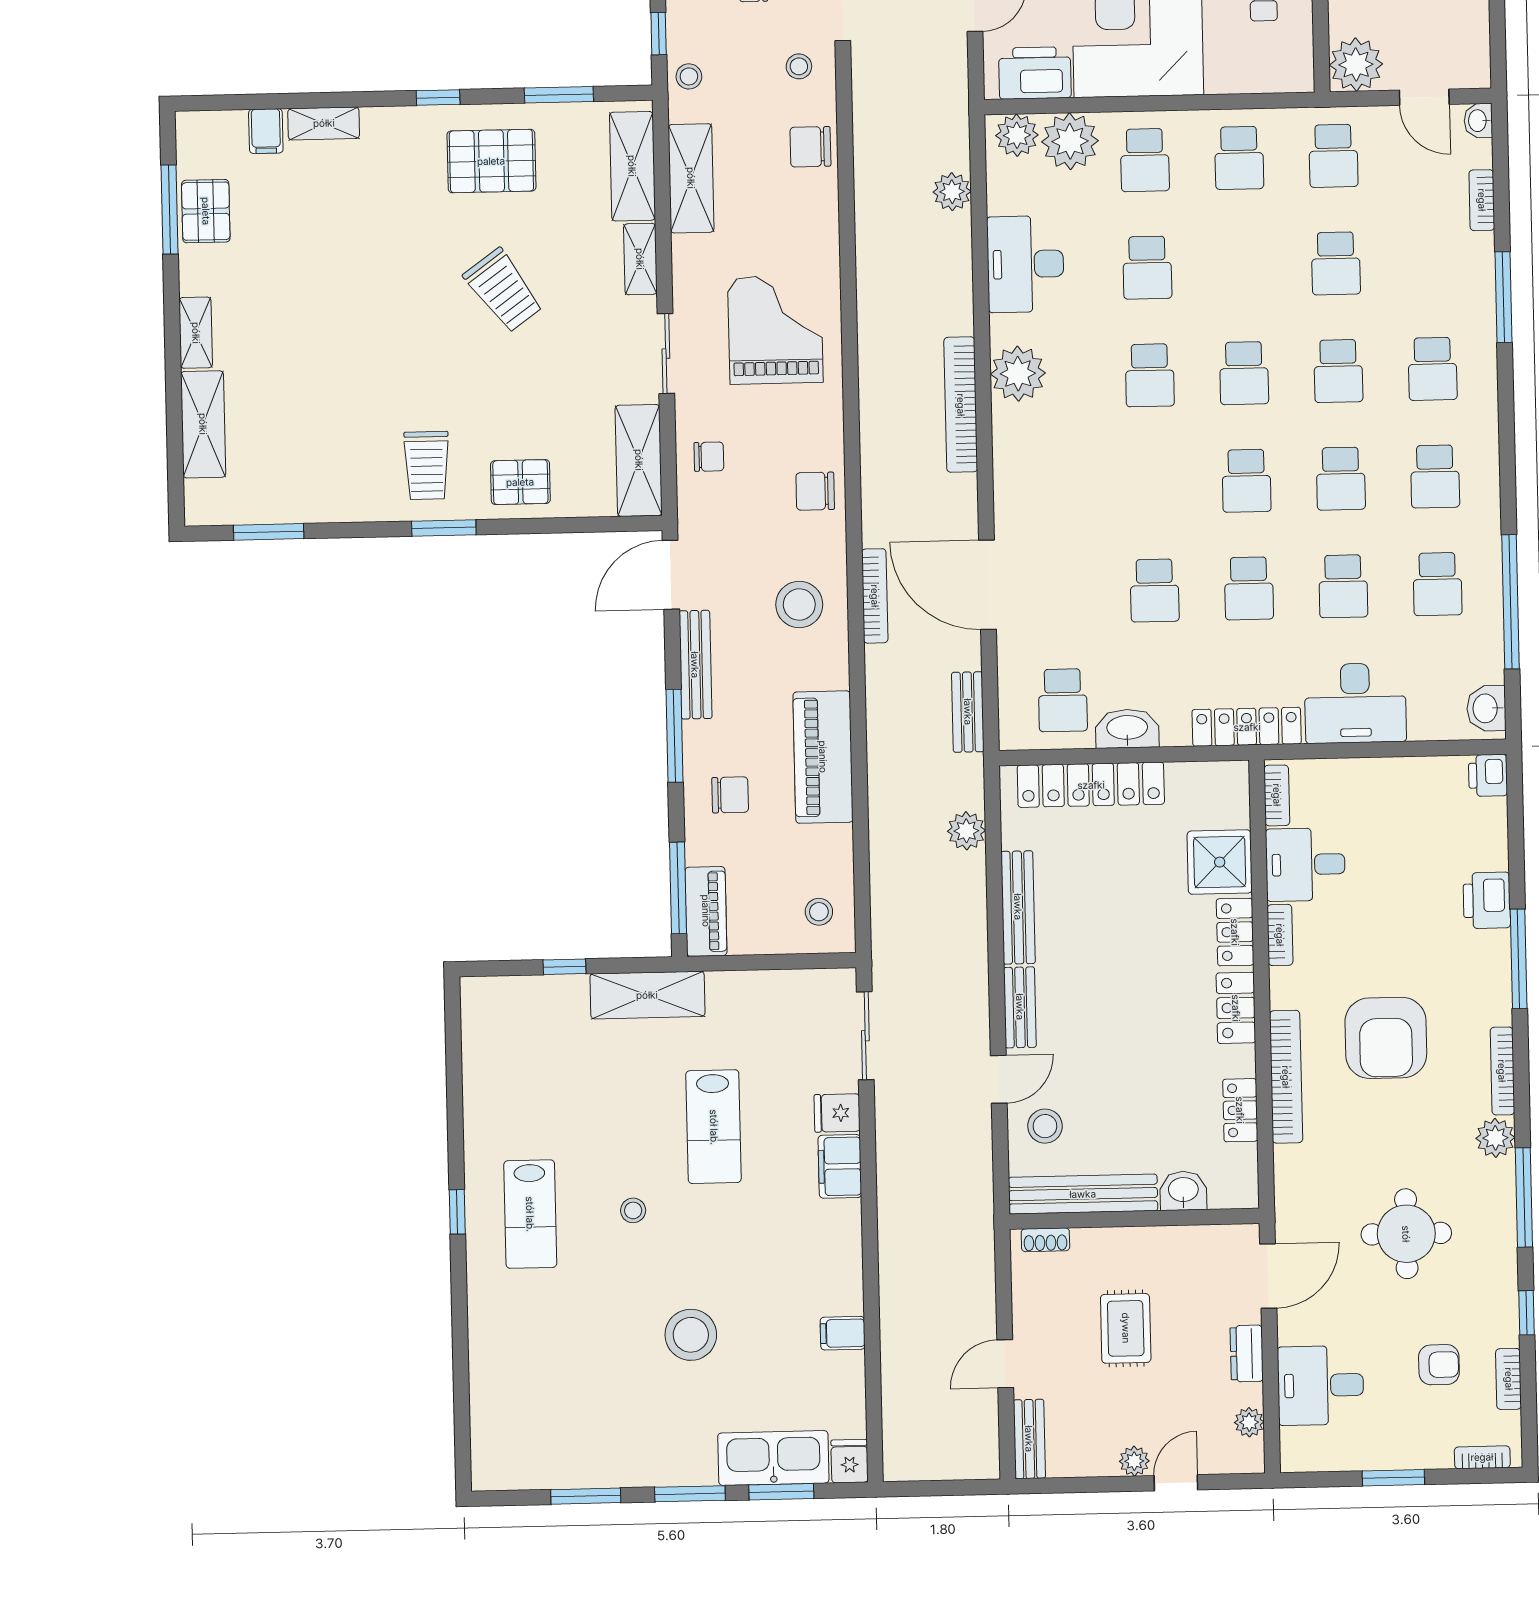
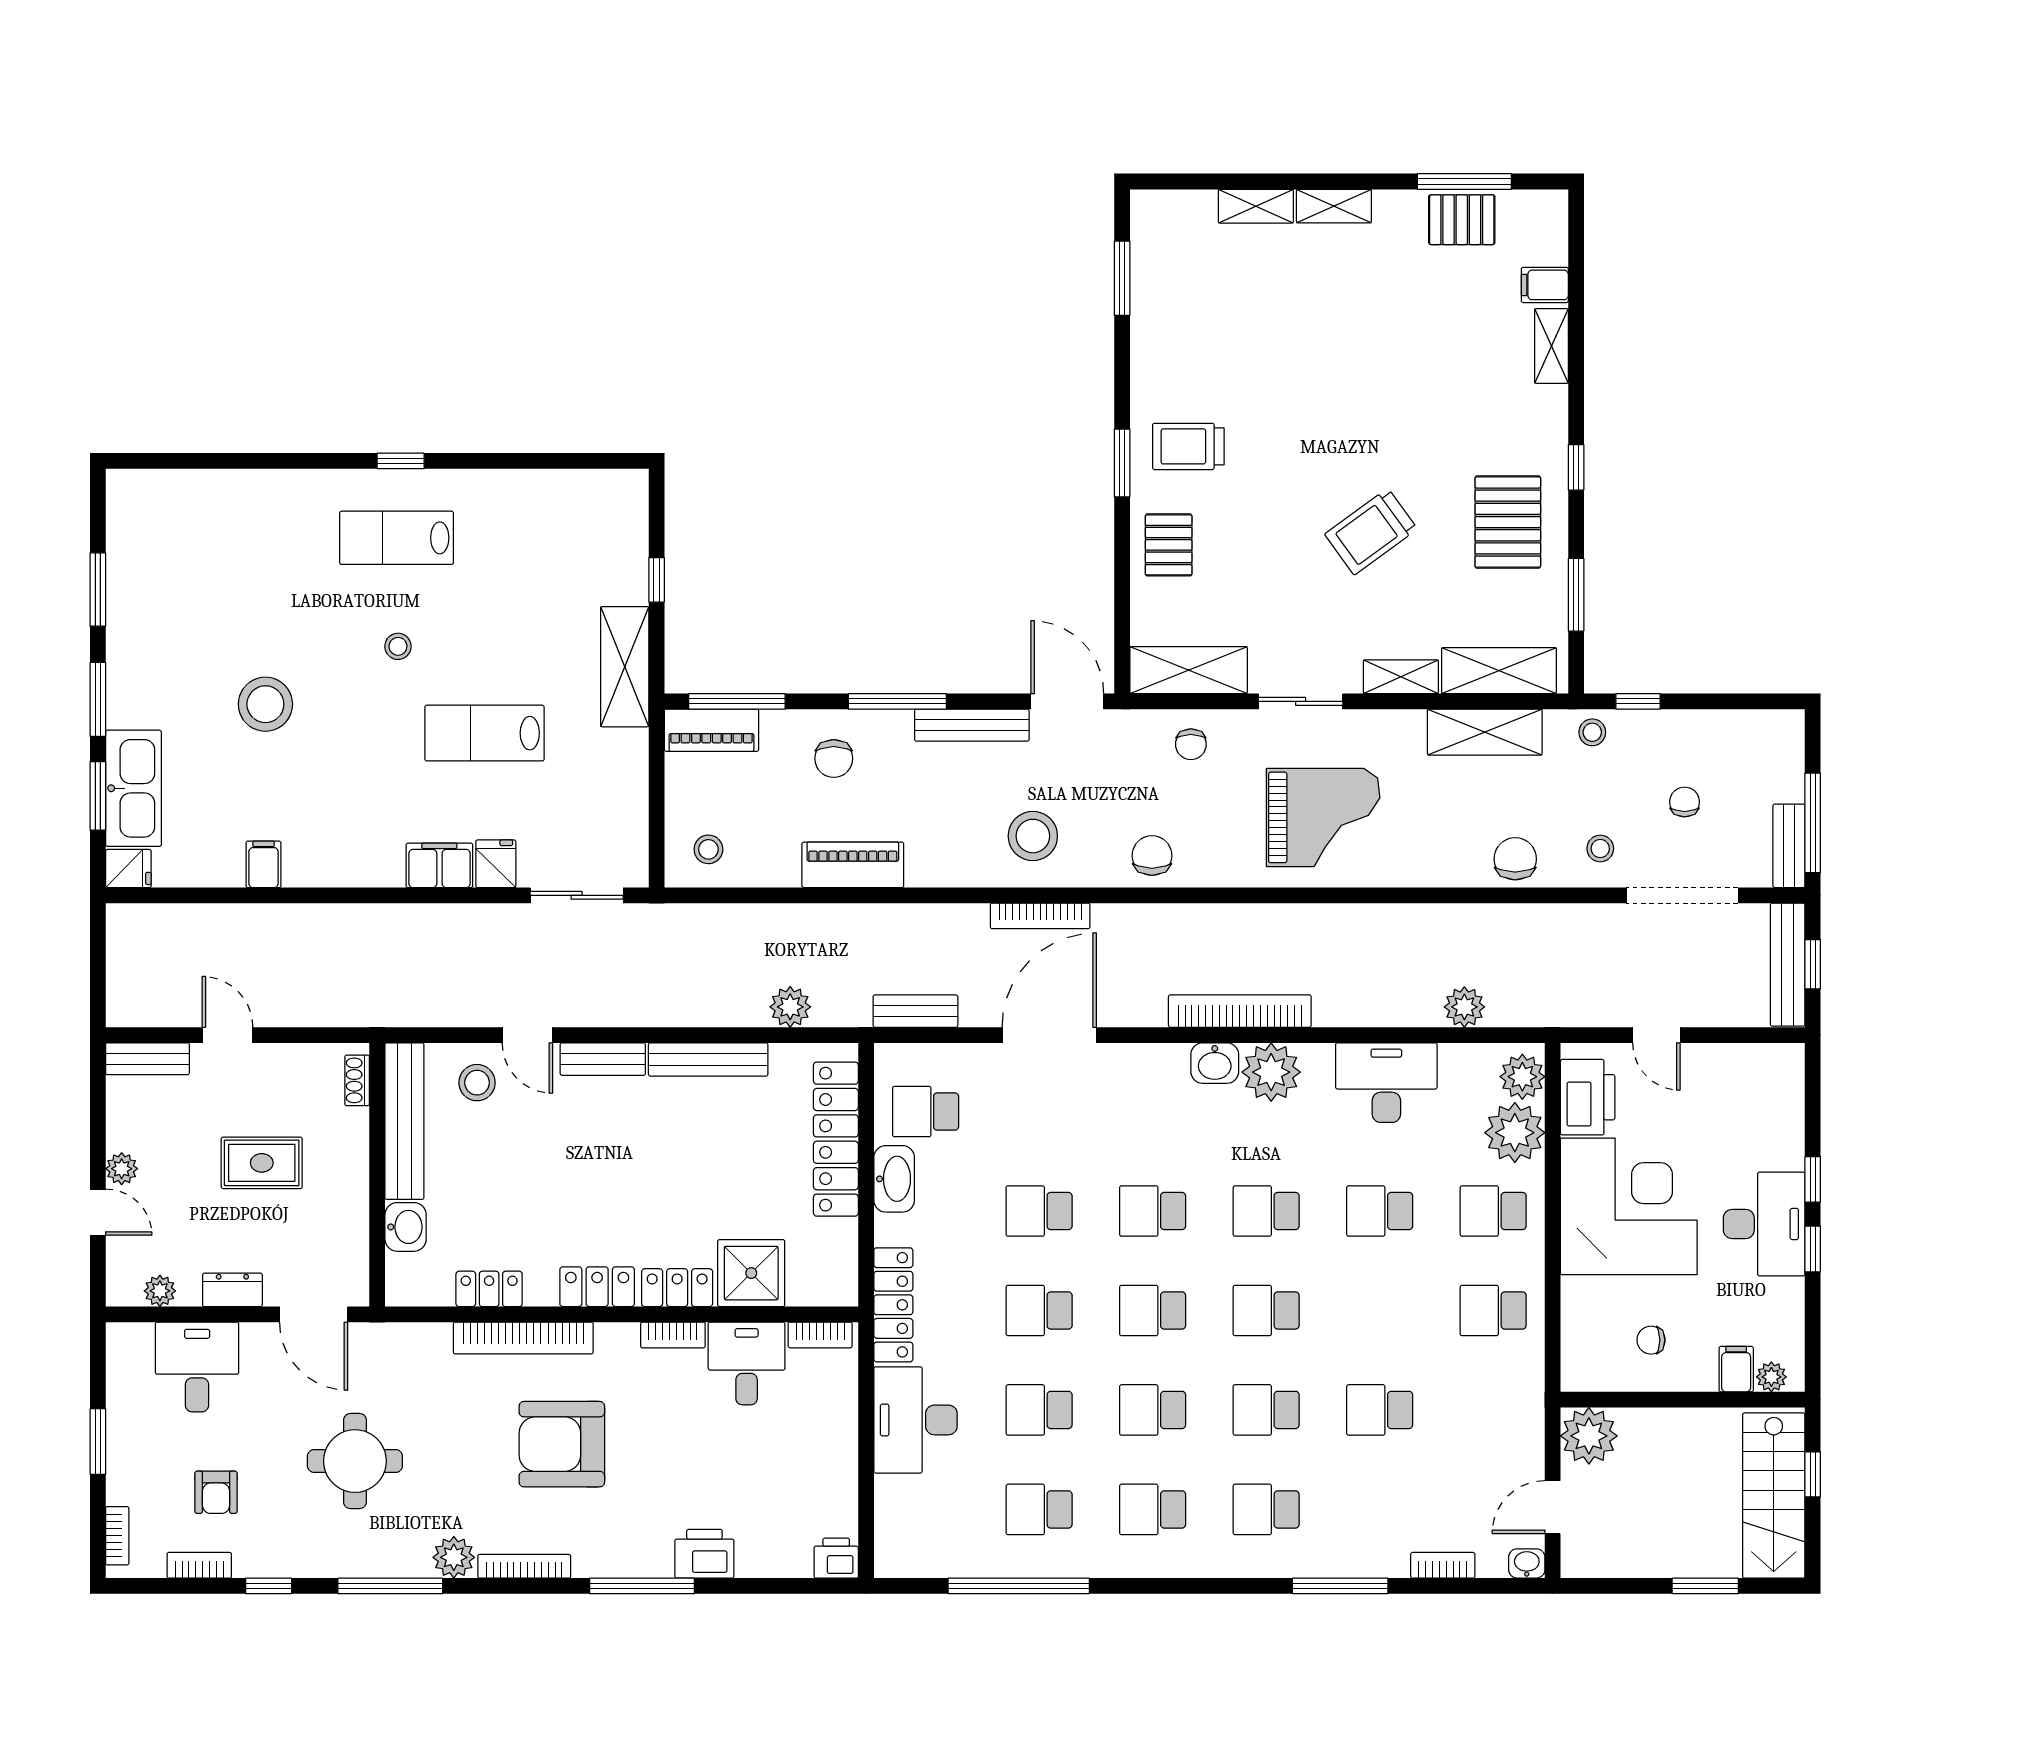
school desk: (1333, 156) -> (1153, 1211), moved
shelving: (203, 424) -> (1256, 206), width x0.67, depth x0.75
washbasin: (1486, 708) -> (1215, 1063), moved, turned 180
piano: (823, 757) -> (853, 865), width x0.73, depth x0.75

